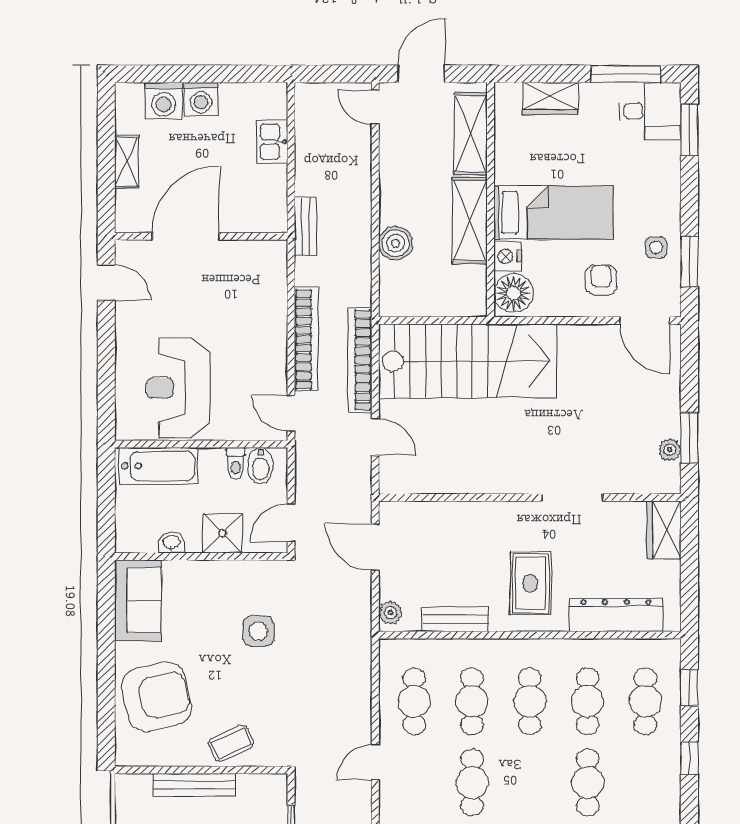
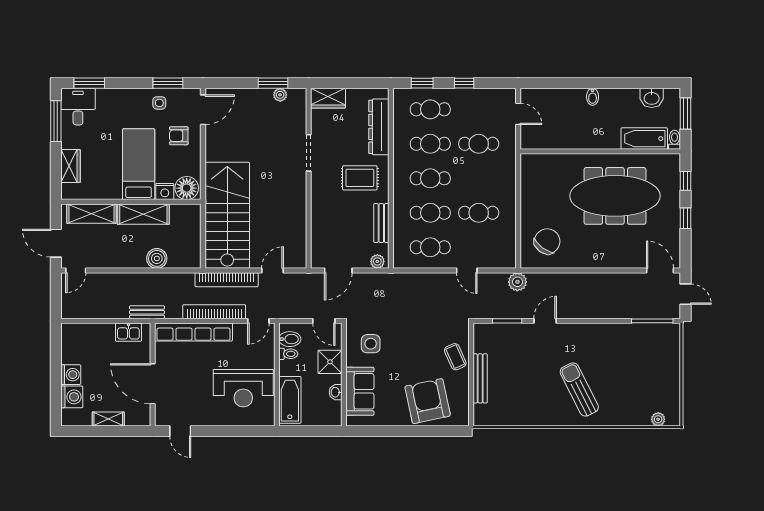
kitchen sink: (272, 142) -> (128, 332), moved
door: (106, 282) -> (180, 431), swing flipped
row of seats: (272, 305) -> (193, 332), added
sofa: (138, 600) -> (360, 391), moved, turned 90
side table: (258, 631) -> (371, 344), moved

